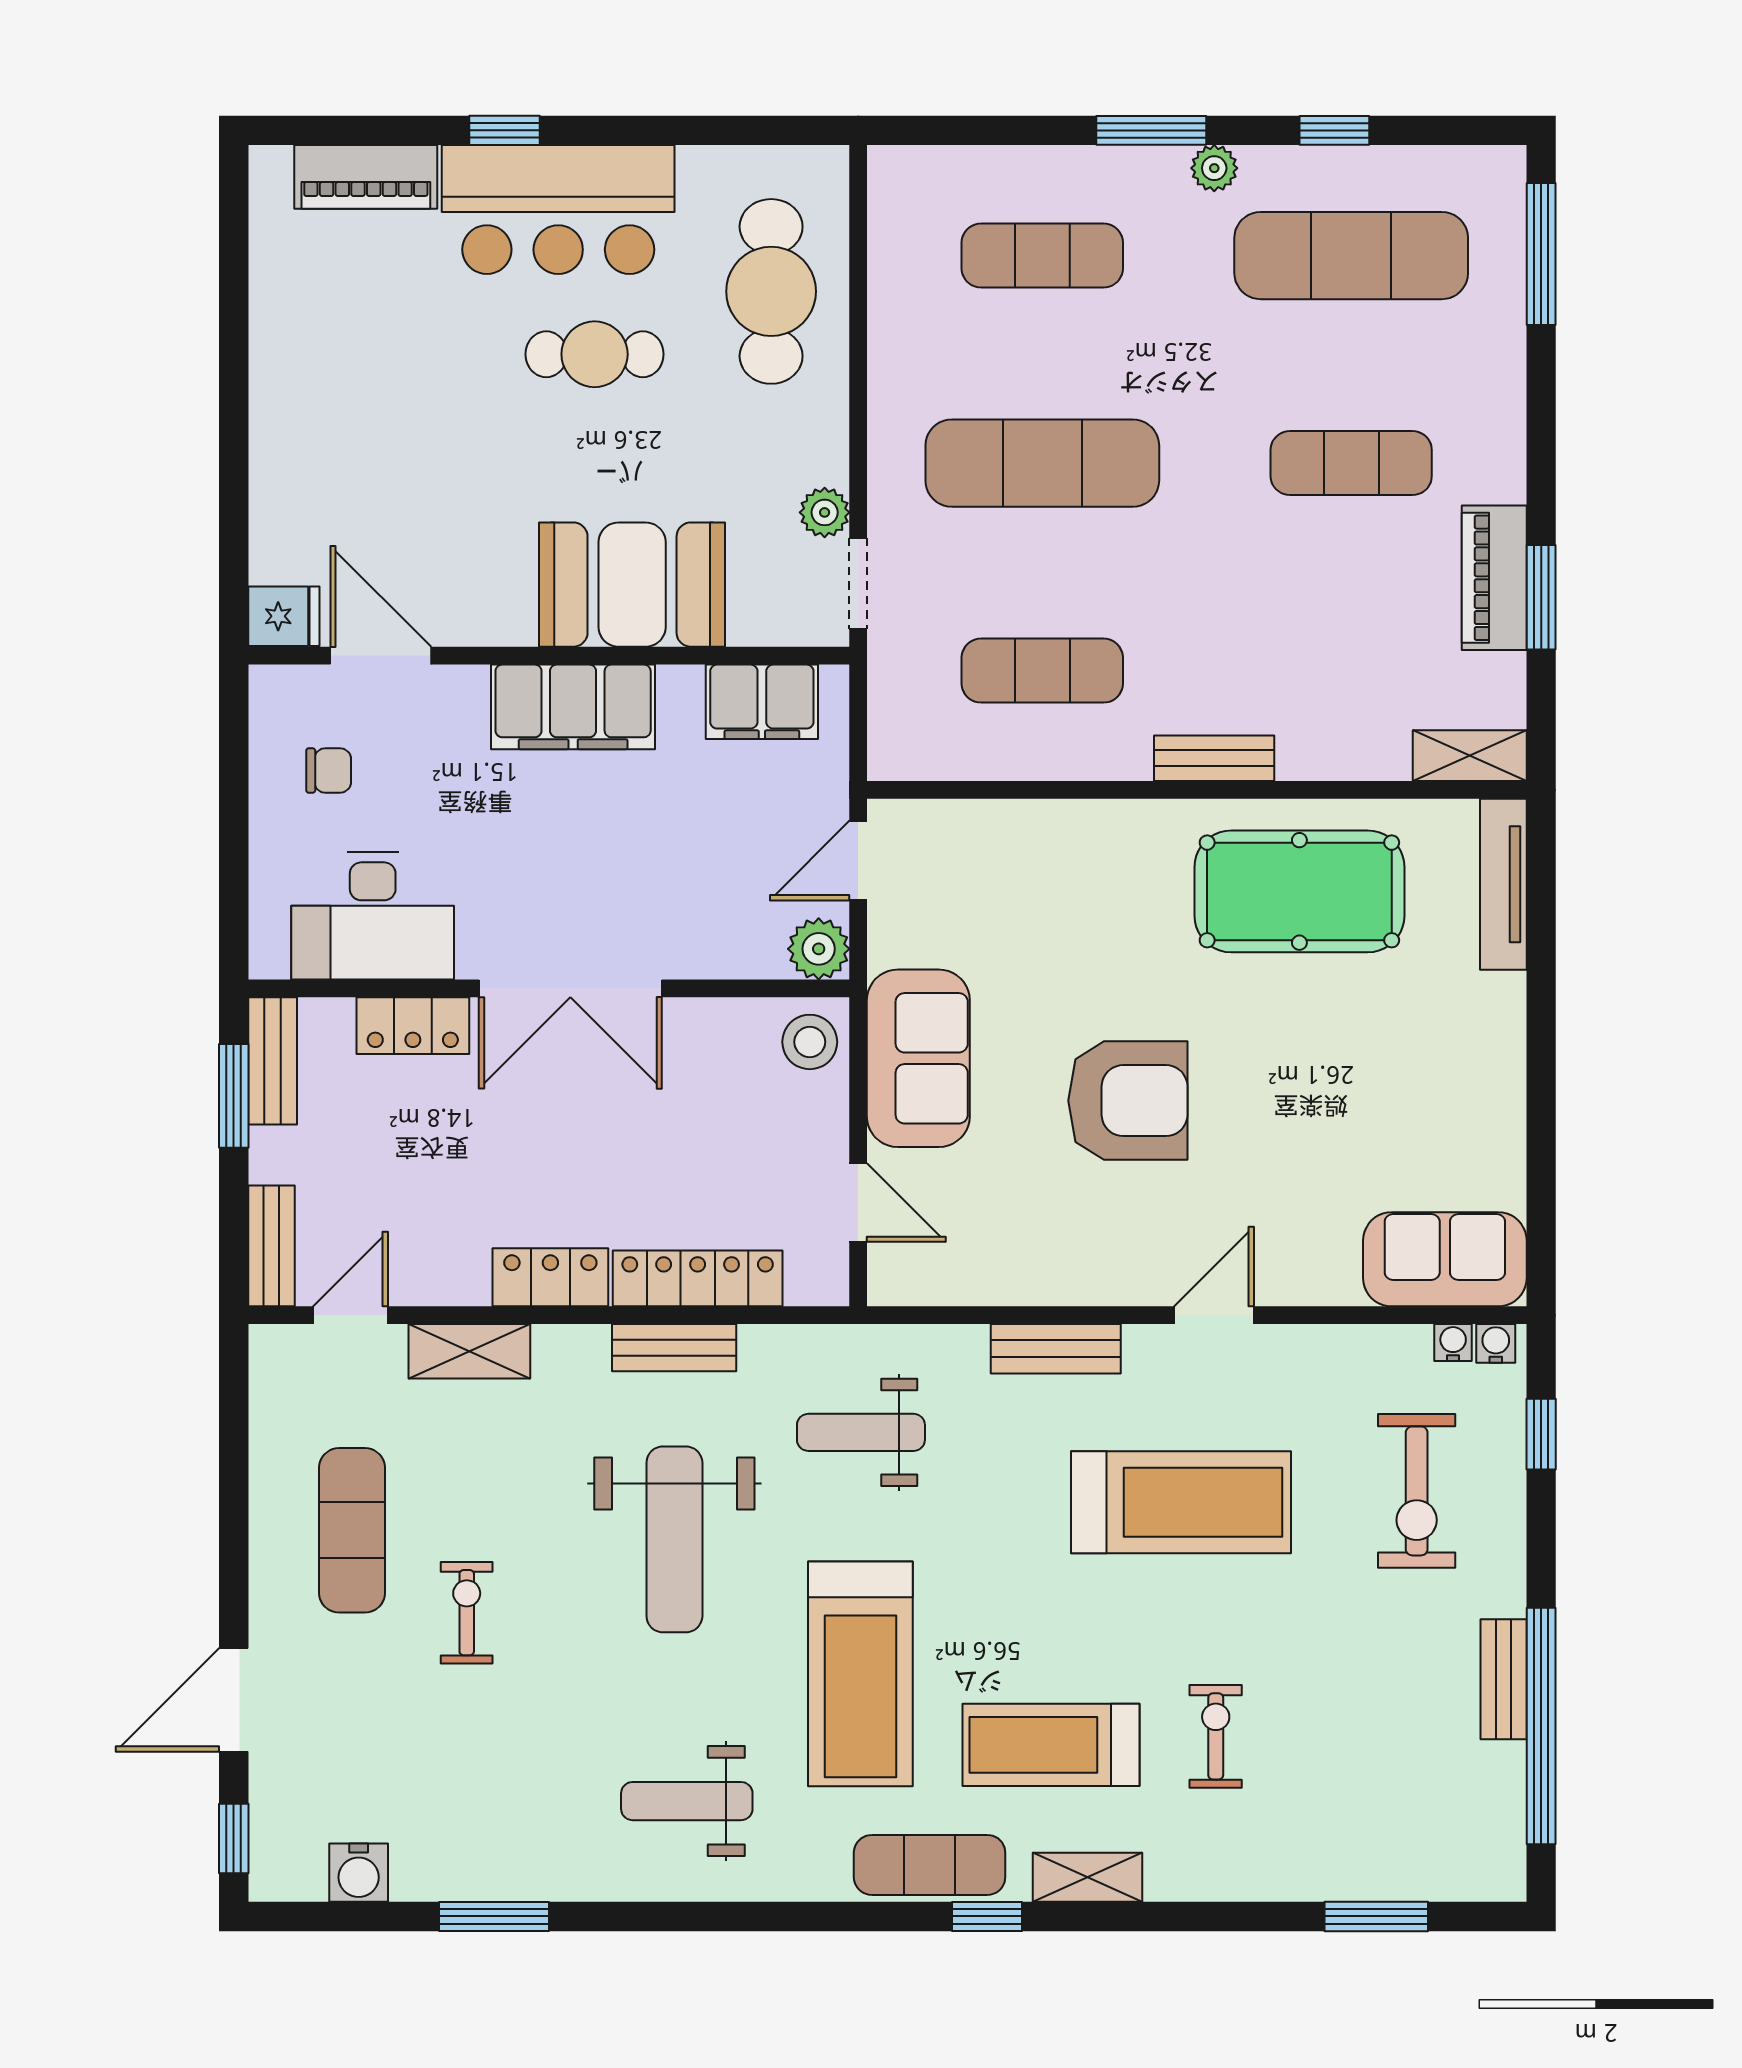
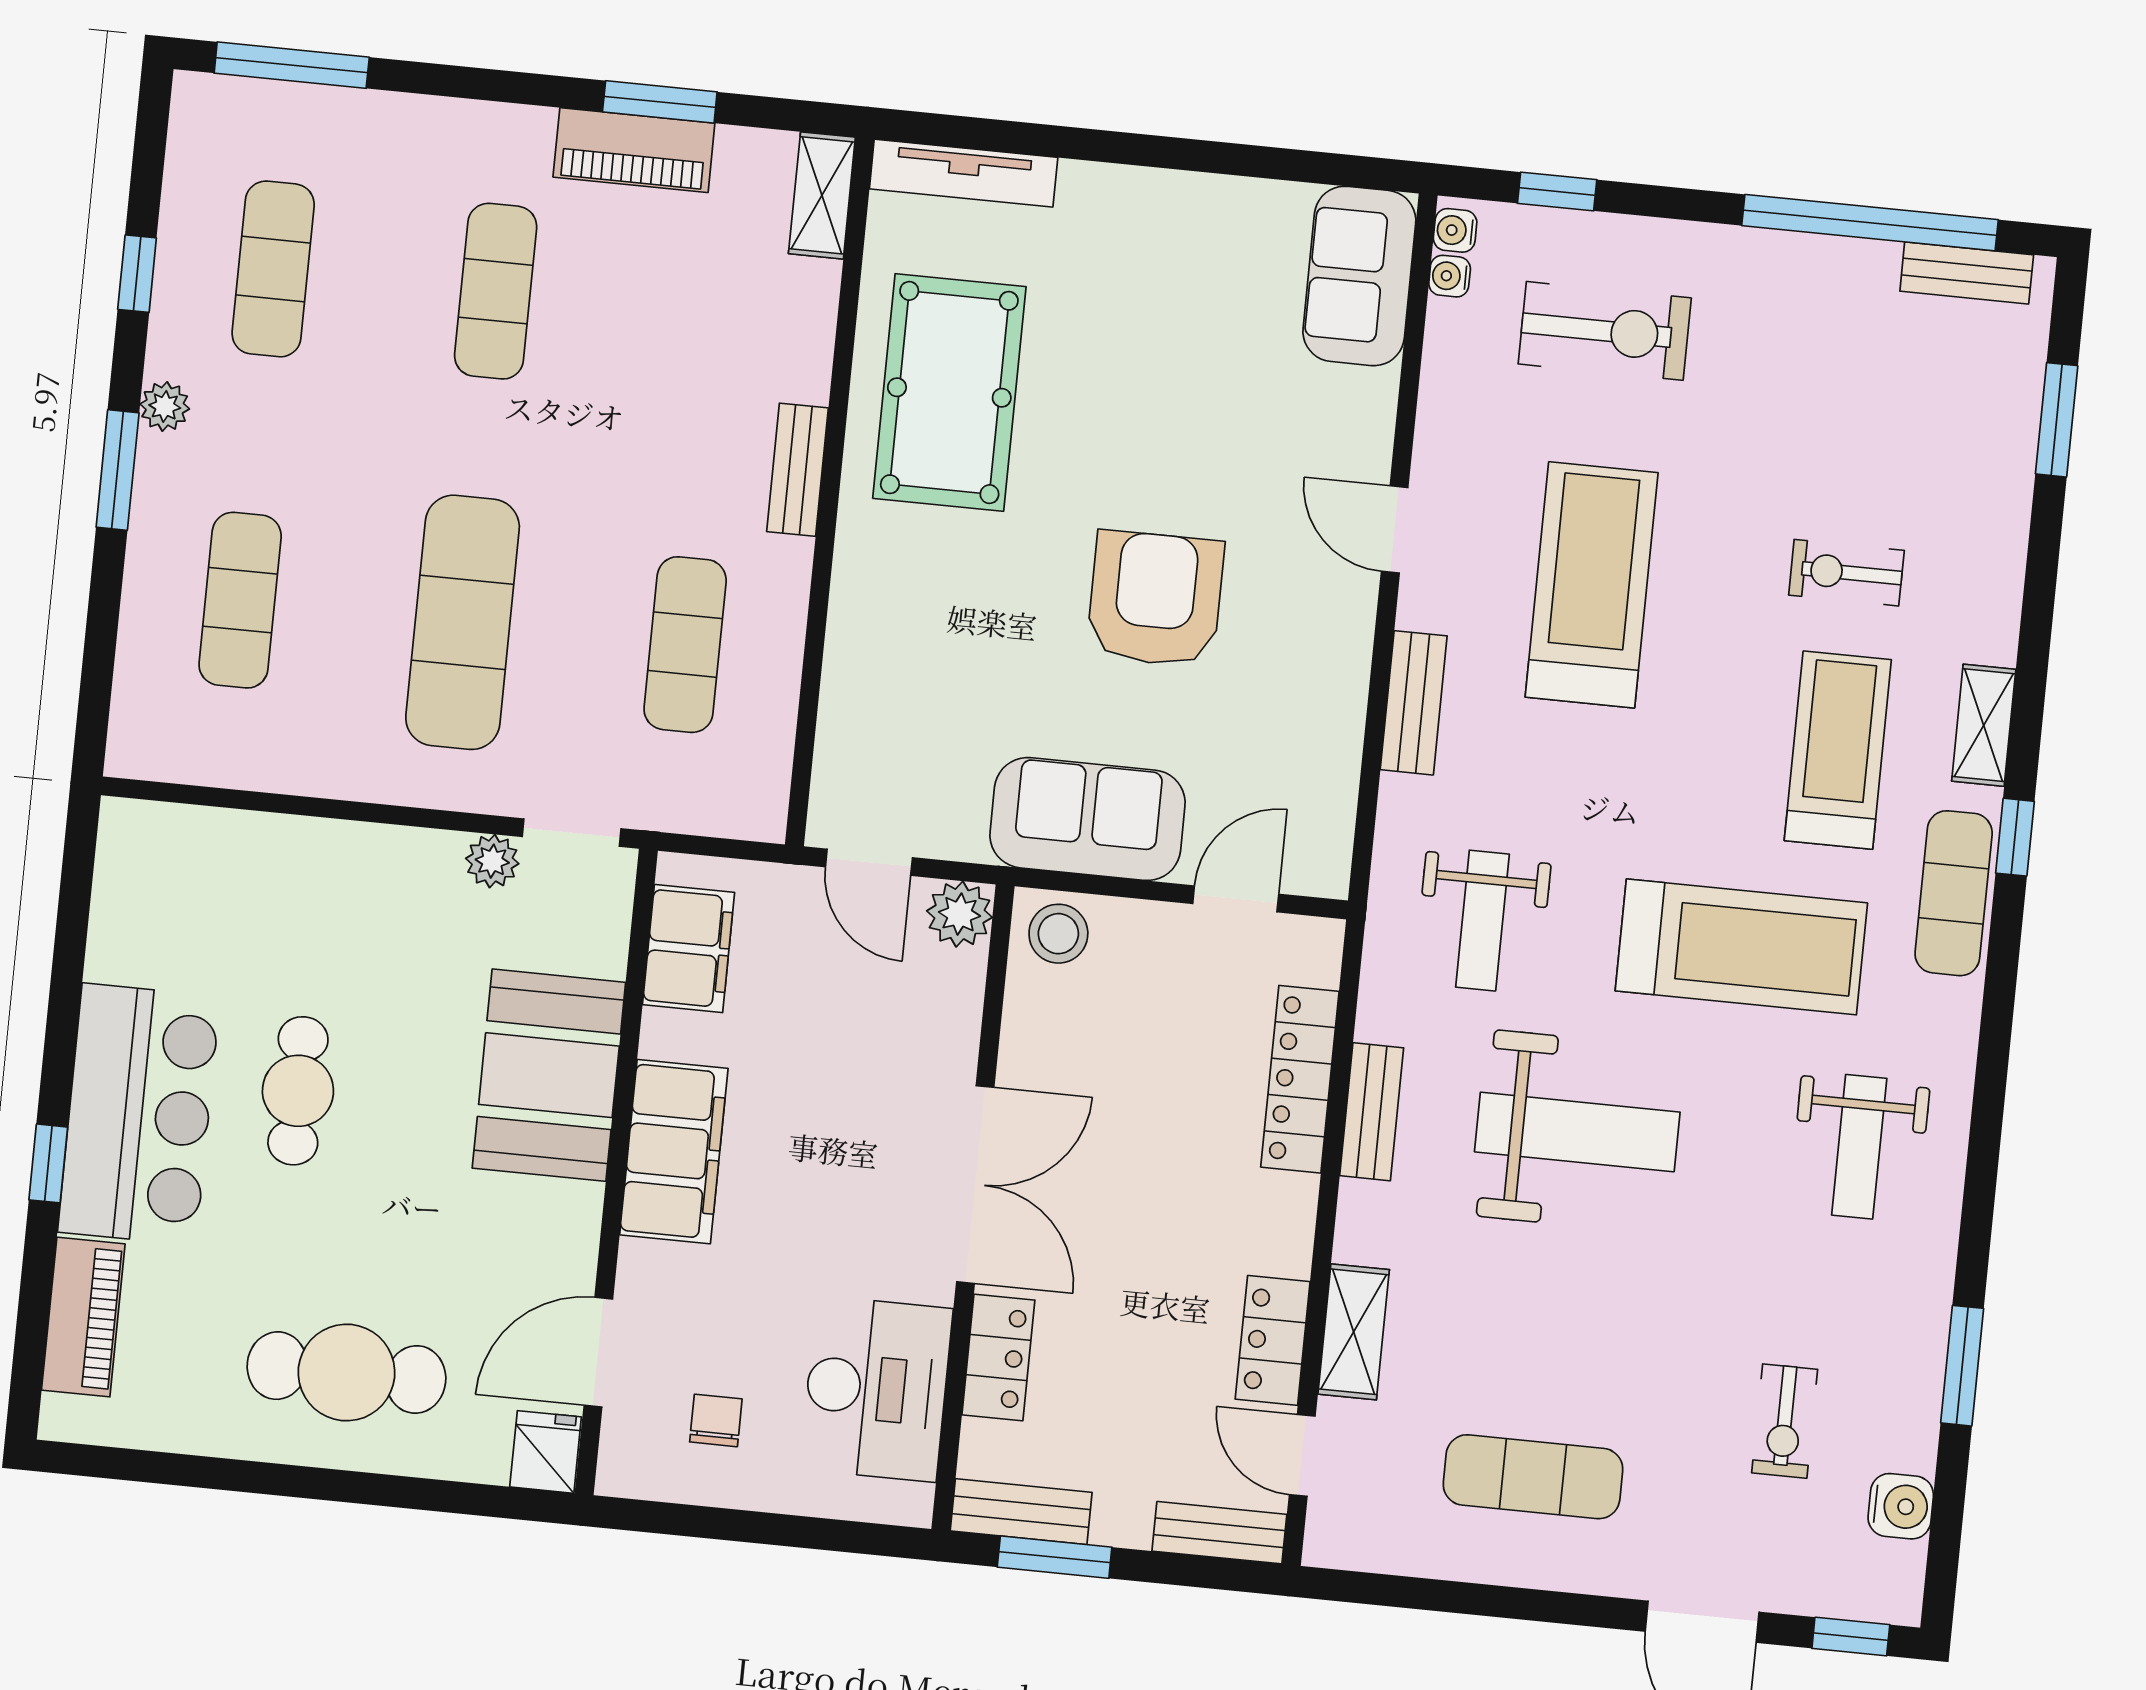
exercise mat: (1351, 256) -> (273, 269), width x0.73, depth x0.69
cafe table: (771, 291) -> (346, 1373), moved
locker: (550, 1277) -> (1273, 1340), moved
exercise bike: (467, 1613) -> (1785, 1421), moved, turned -90
bench: (1504, 1679) -> (1967, 273), moved
treadmill: (1051, 1745) -> (1838, 750), turned 180

